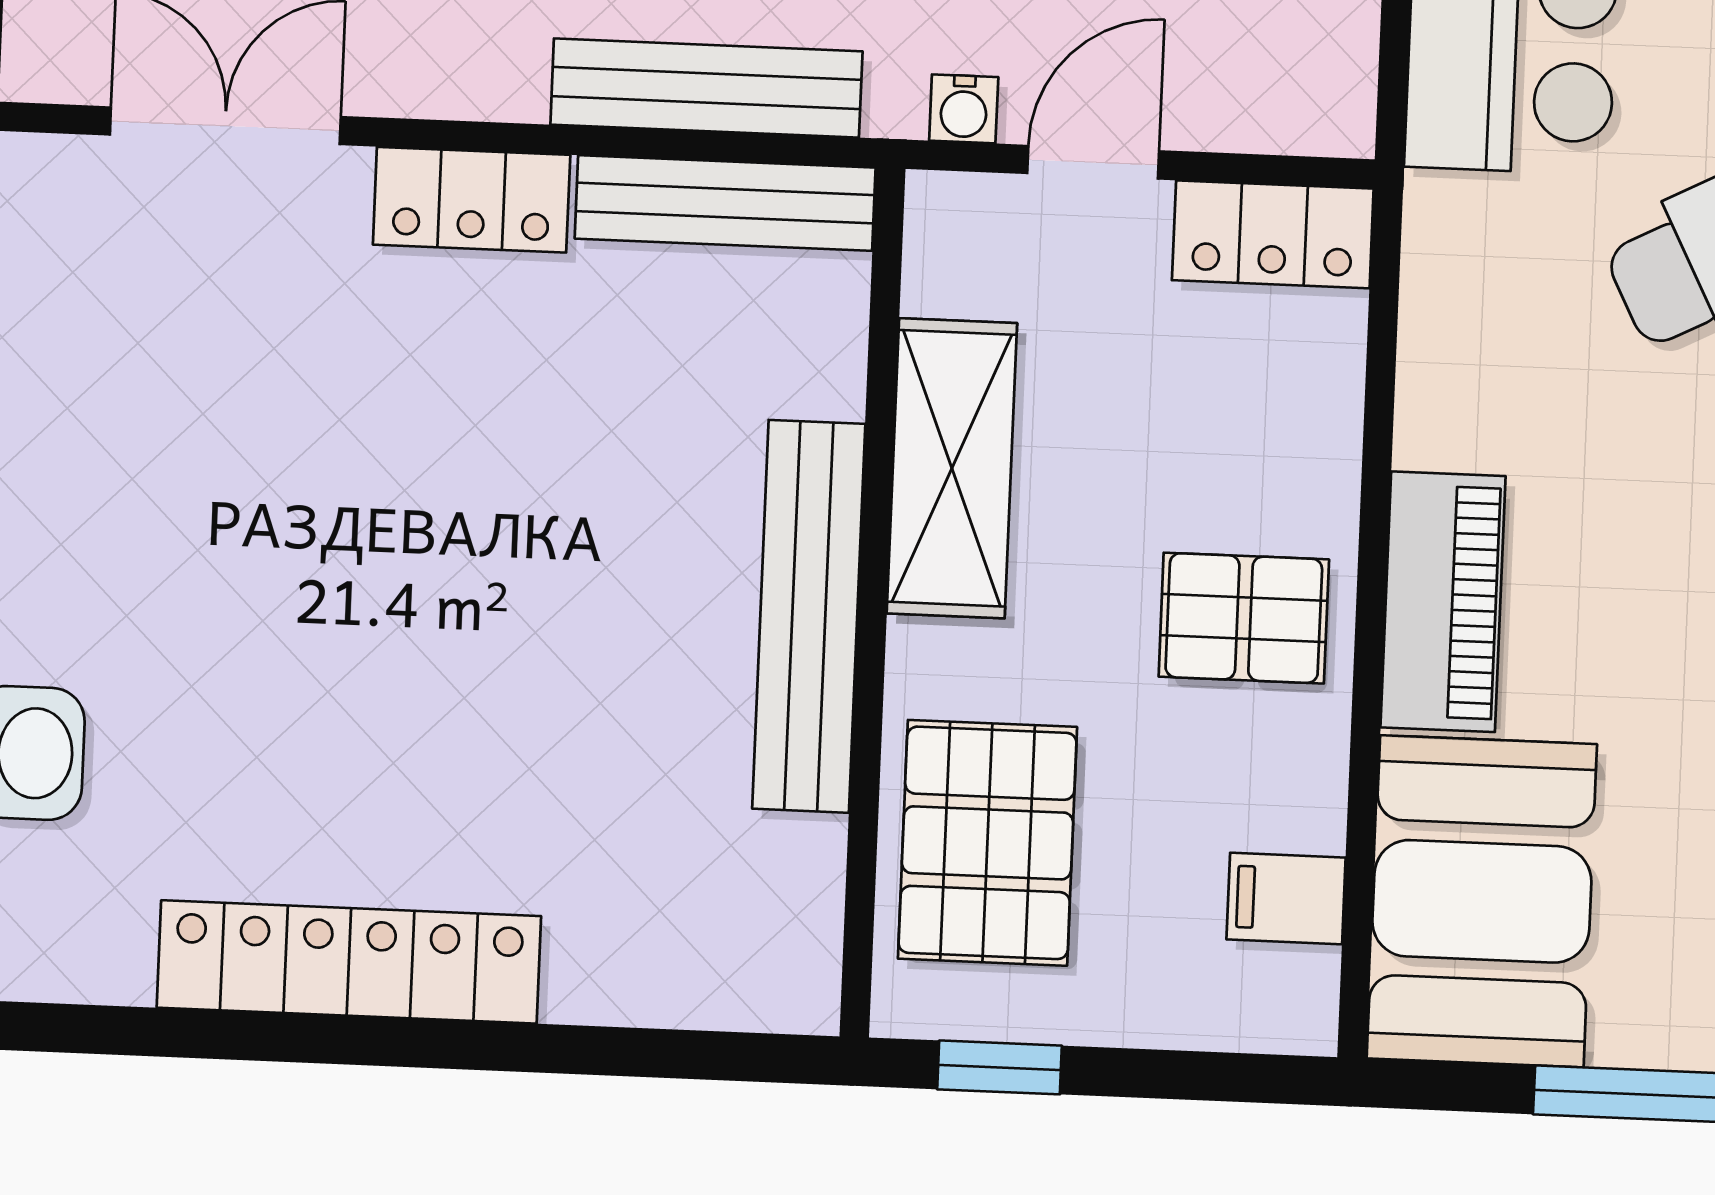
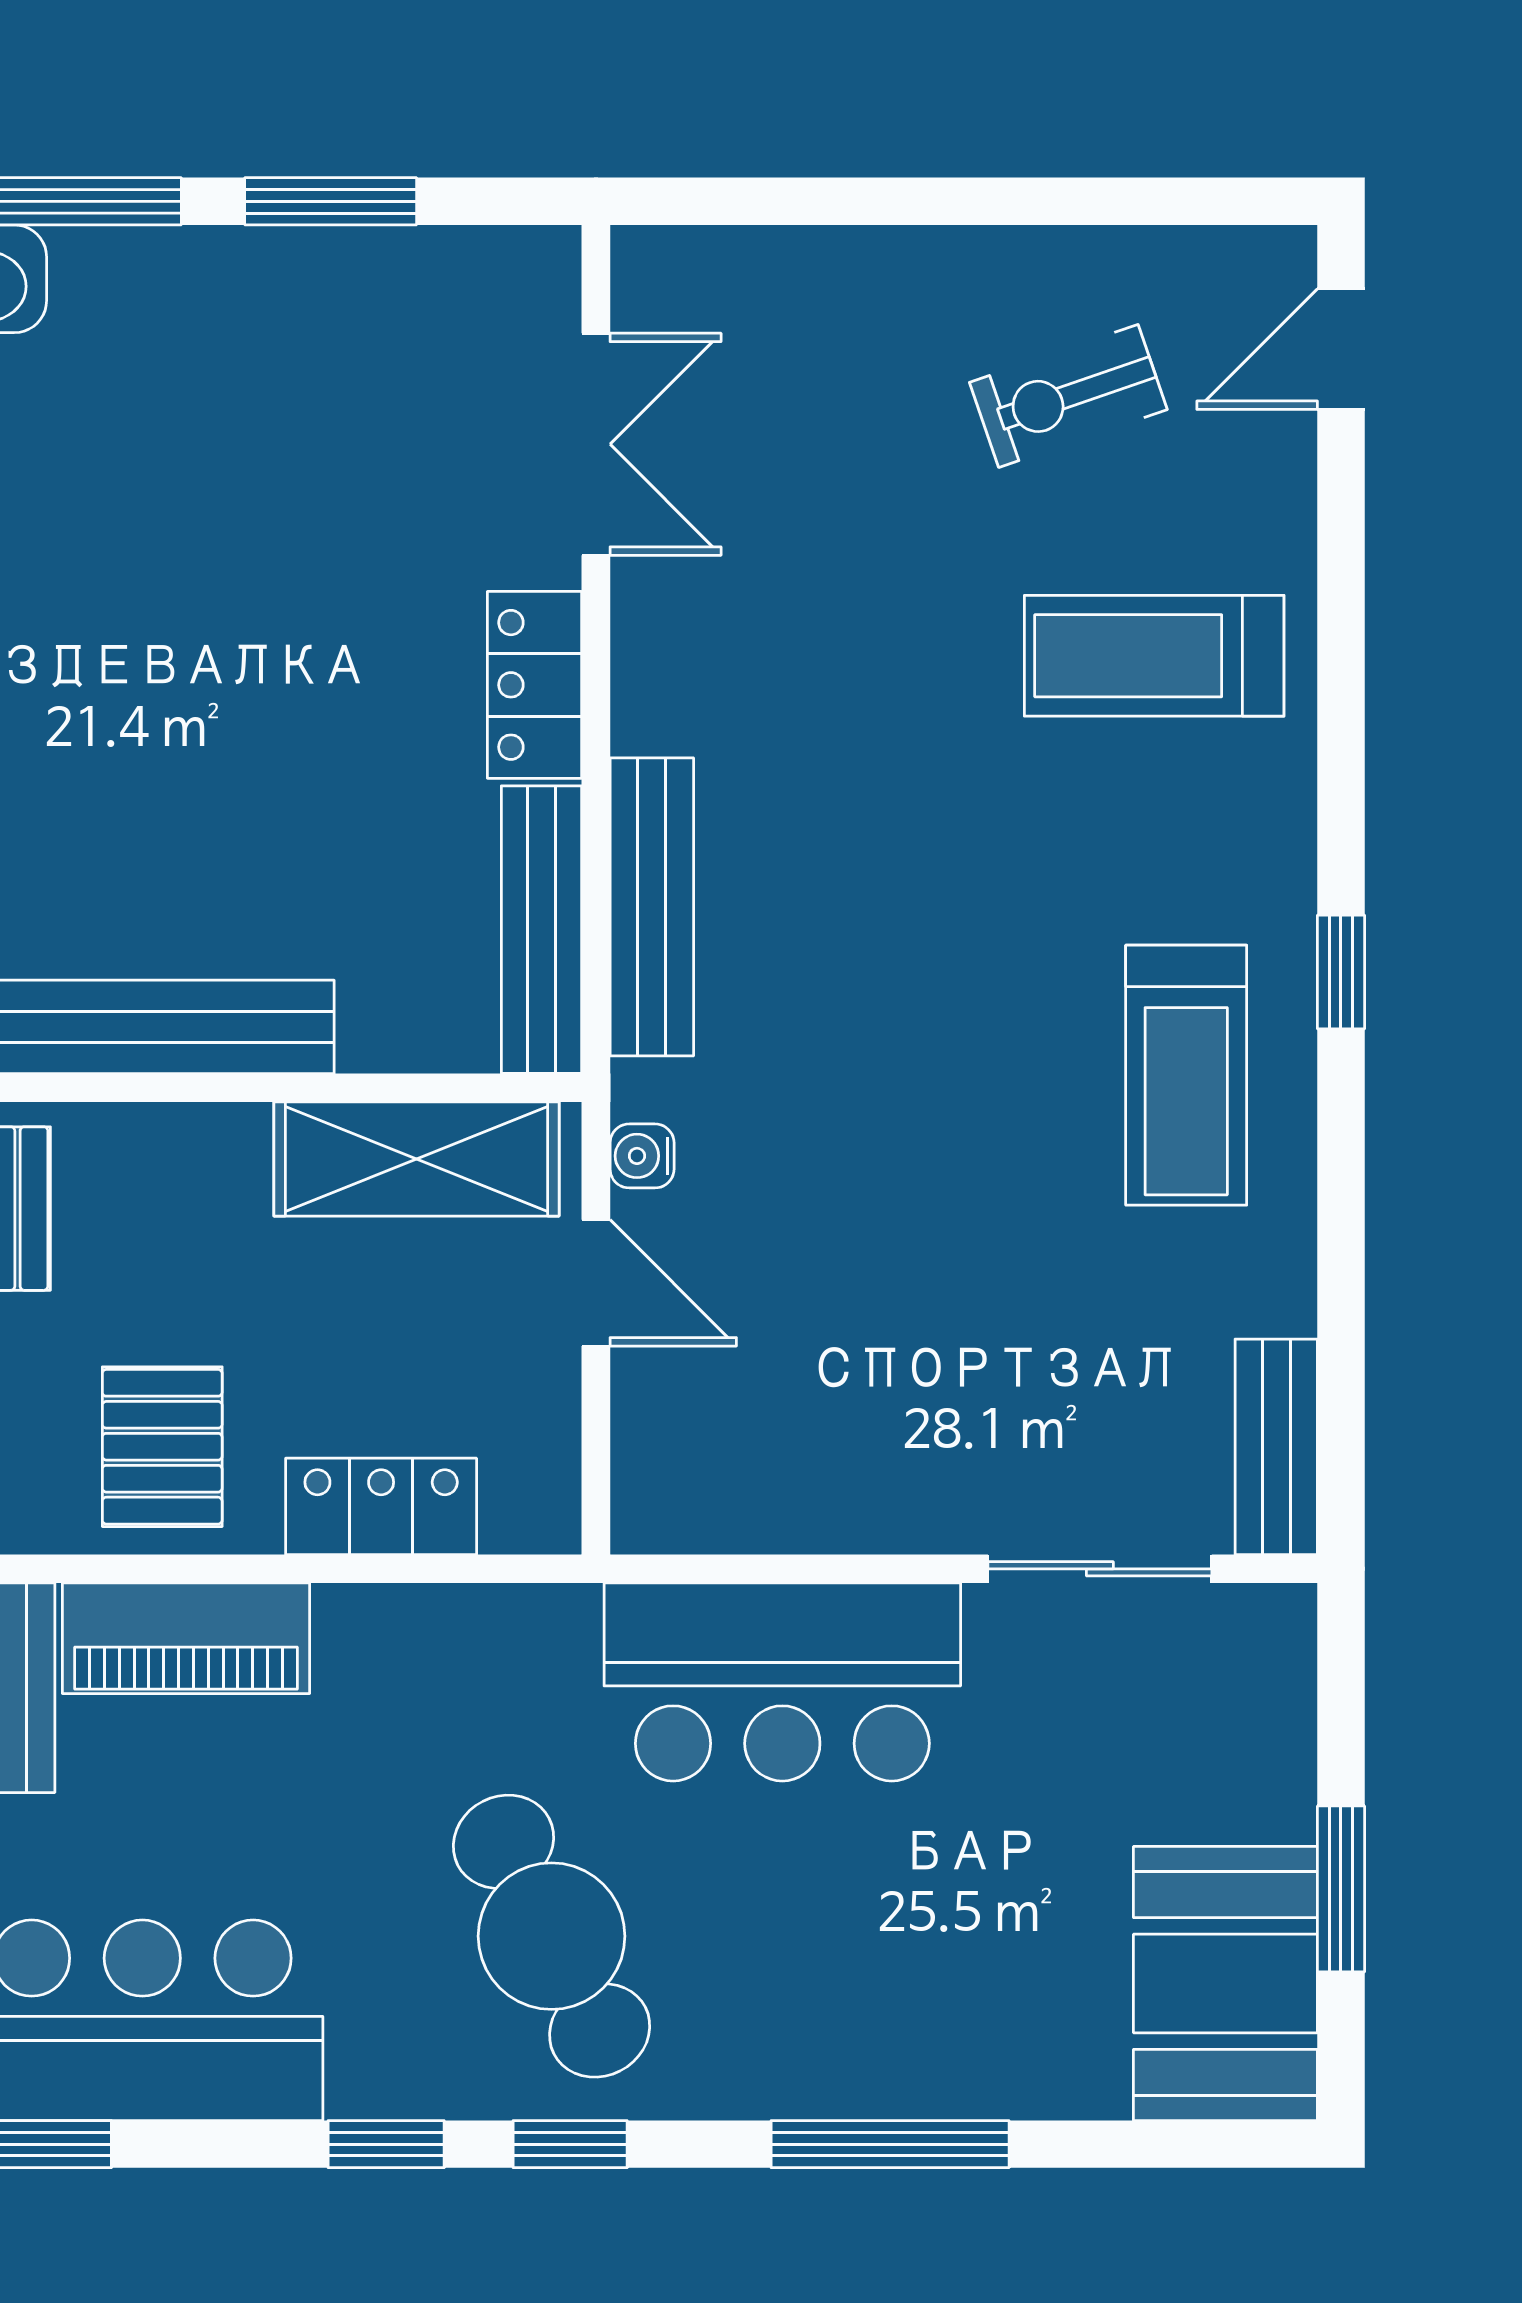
locker: (1273, 234) -> (381, 1506), moved, turned 90
shelving: (952, 468) -> (416, 1159), moved

